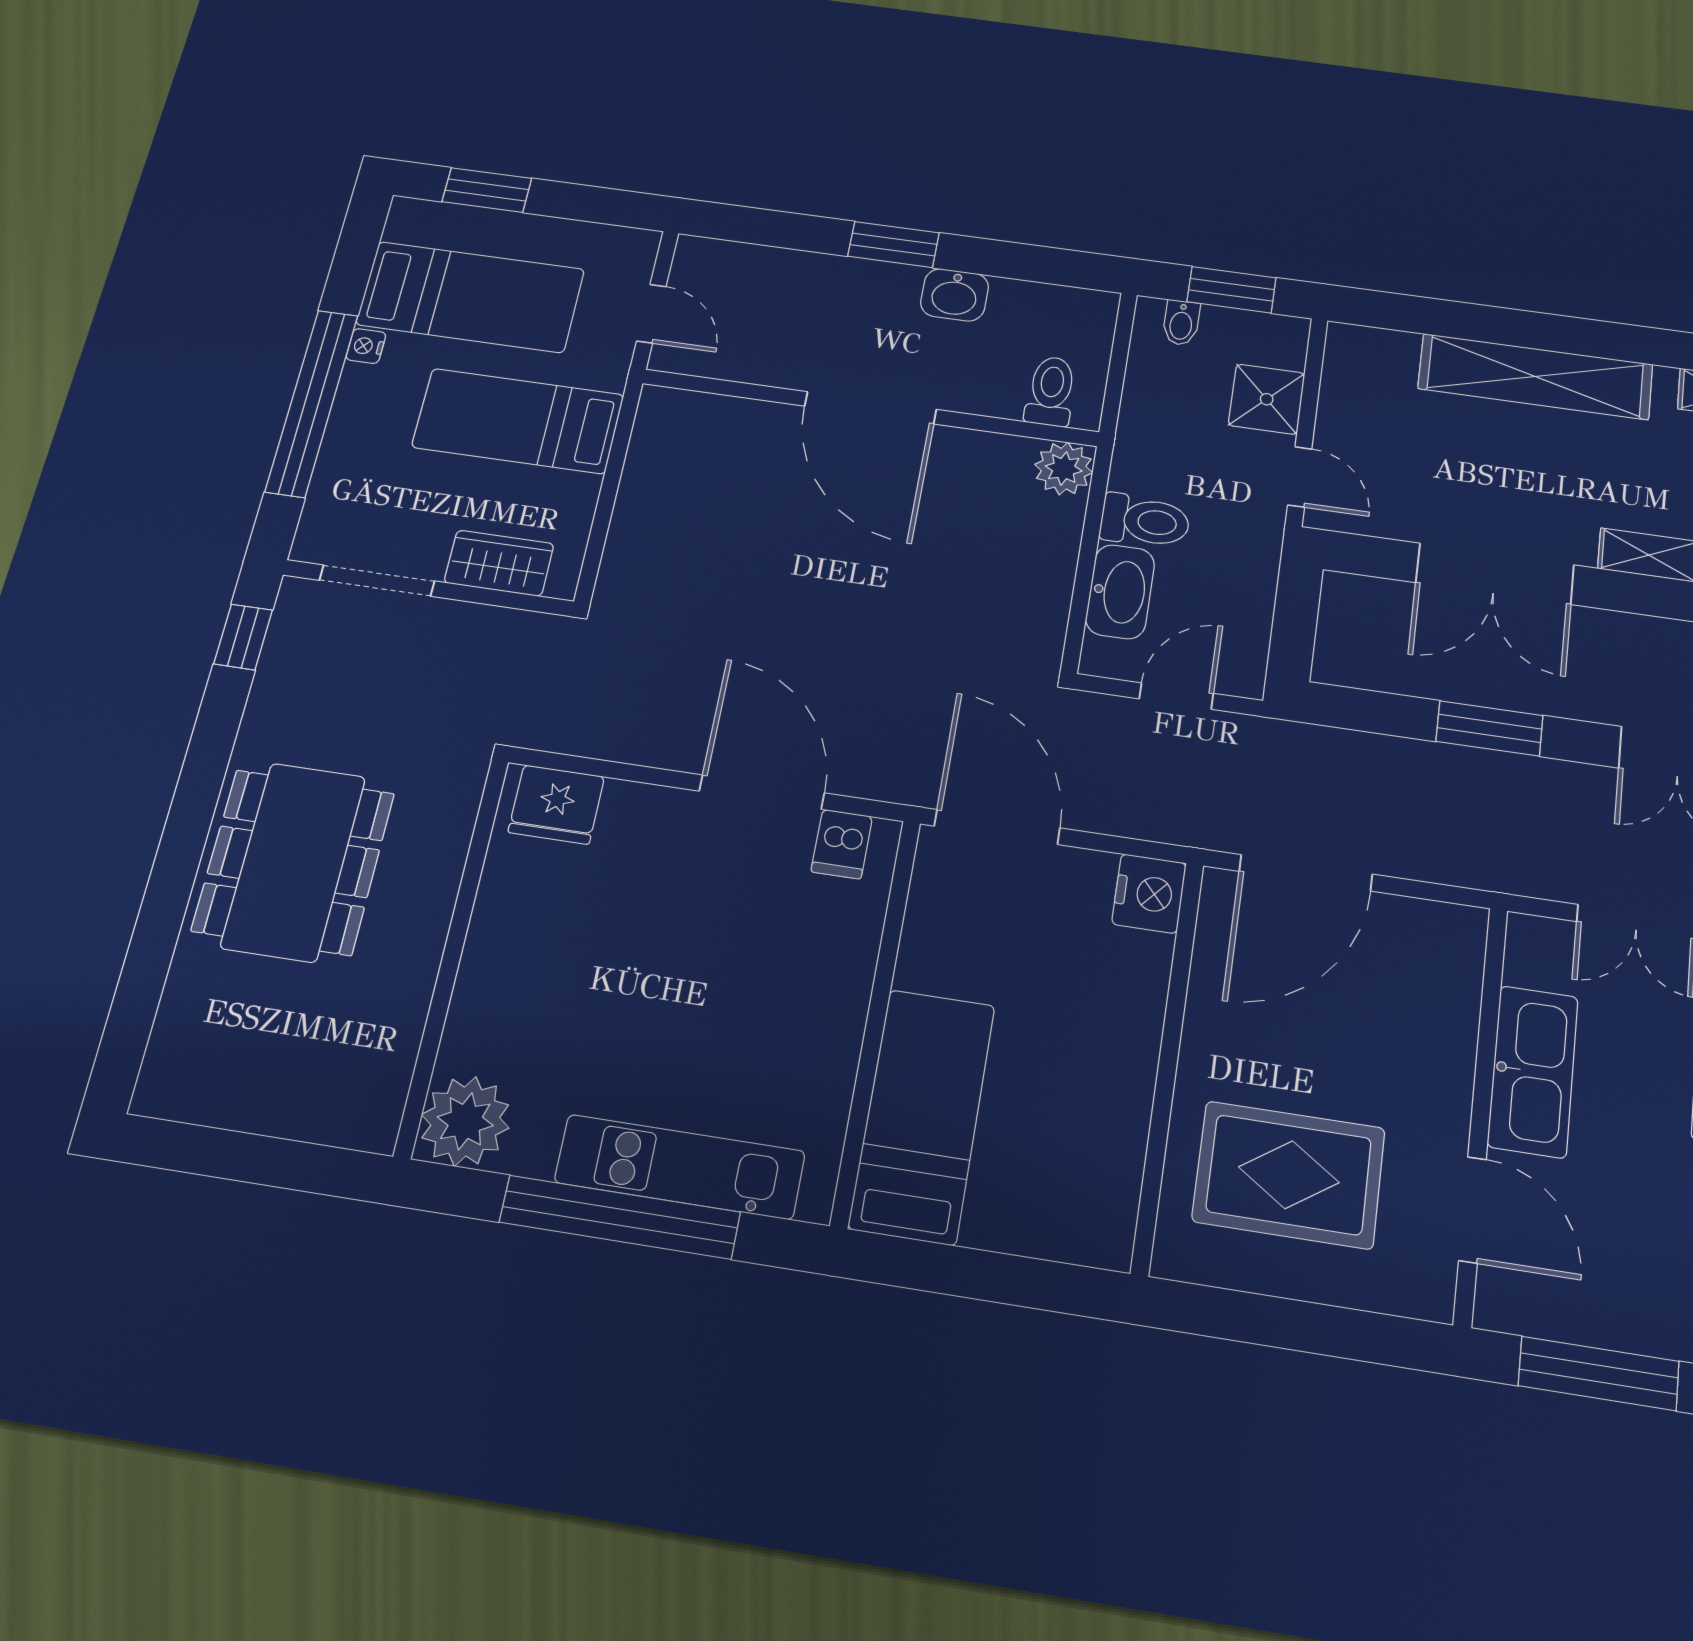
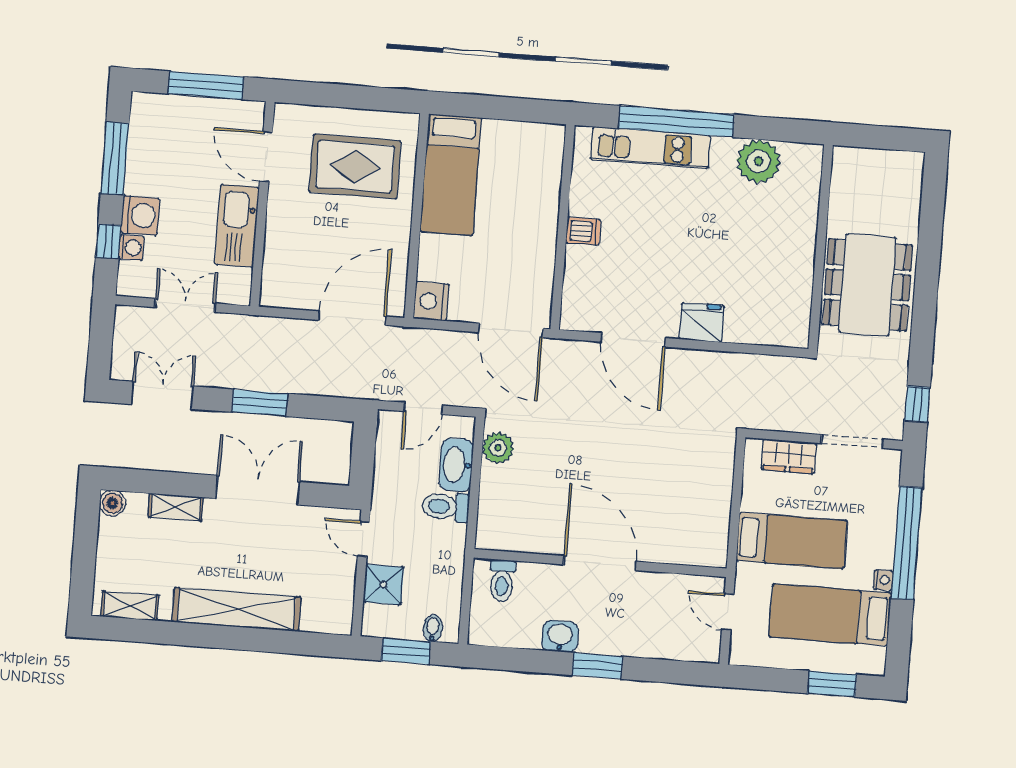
plant: (1064, 469) -> (498, 448), moved
fridge: (556, 804) -> (702, 322), moved
dishwasher: (842, 844) -> (583, 231), moved, turned 90
wall: (452, 954) -> (821, 247), moved
bed: (922, 1116) -> (451, 175), moved

